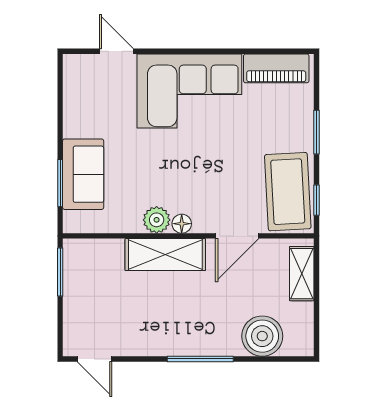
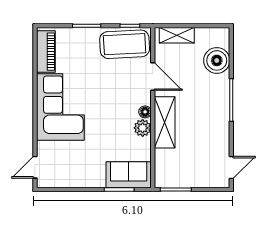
door: (116, 51) -> (35, 167), moved
sofa: (83, 174) -> (129, 175), moved

